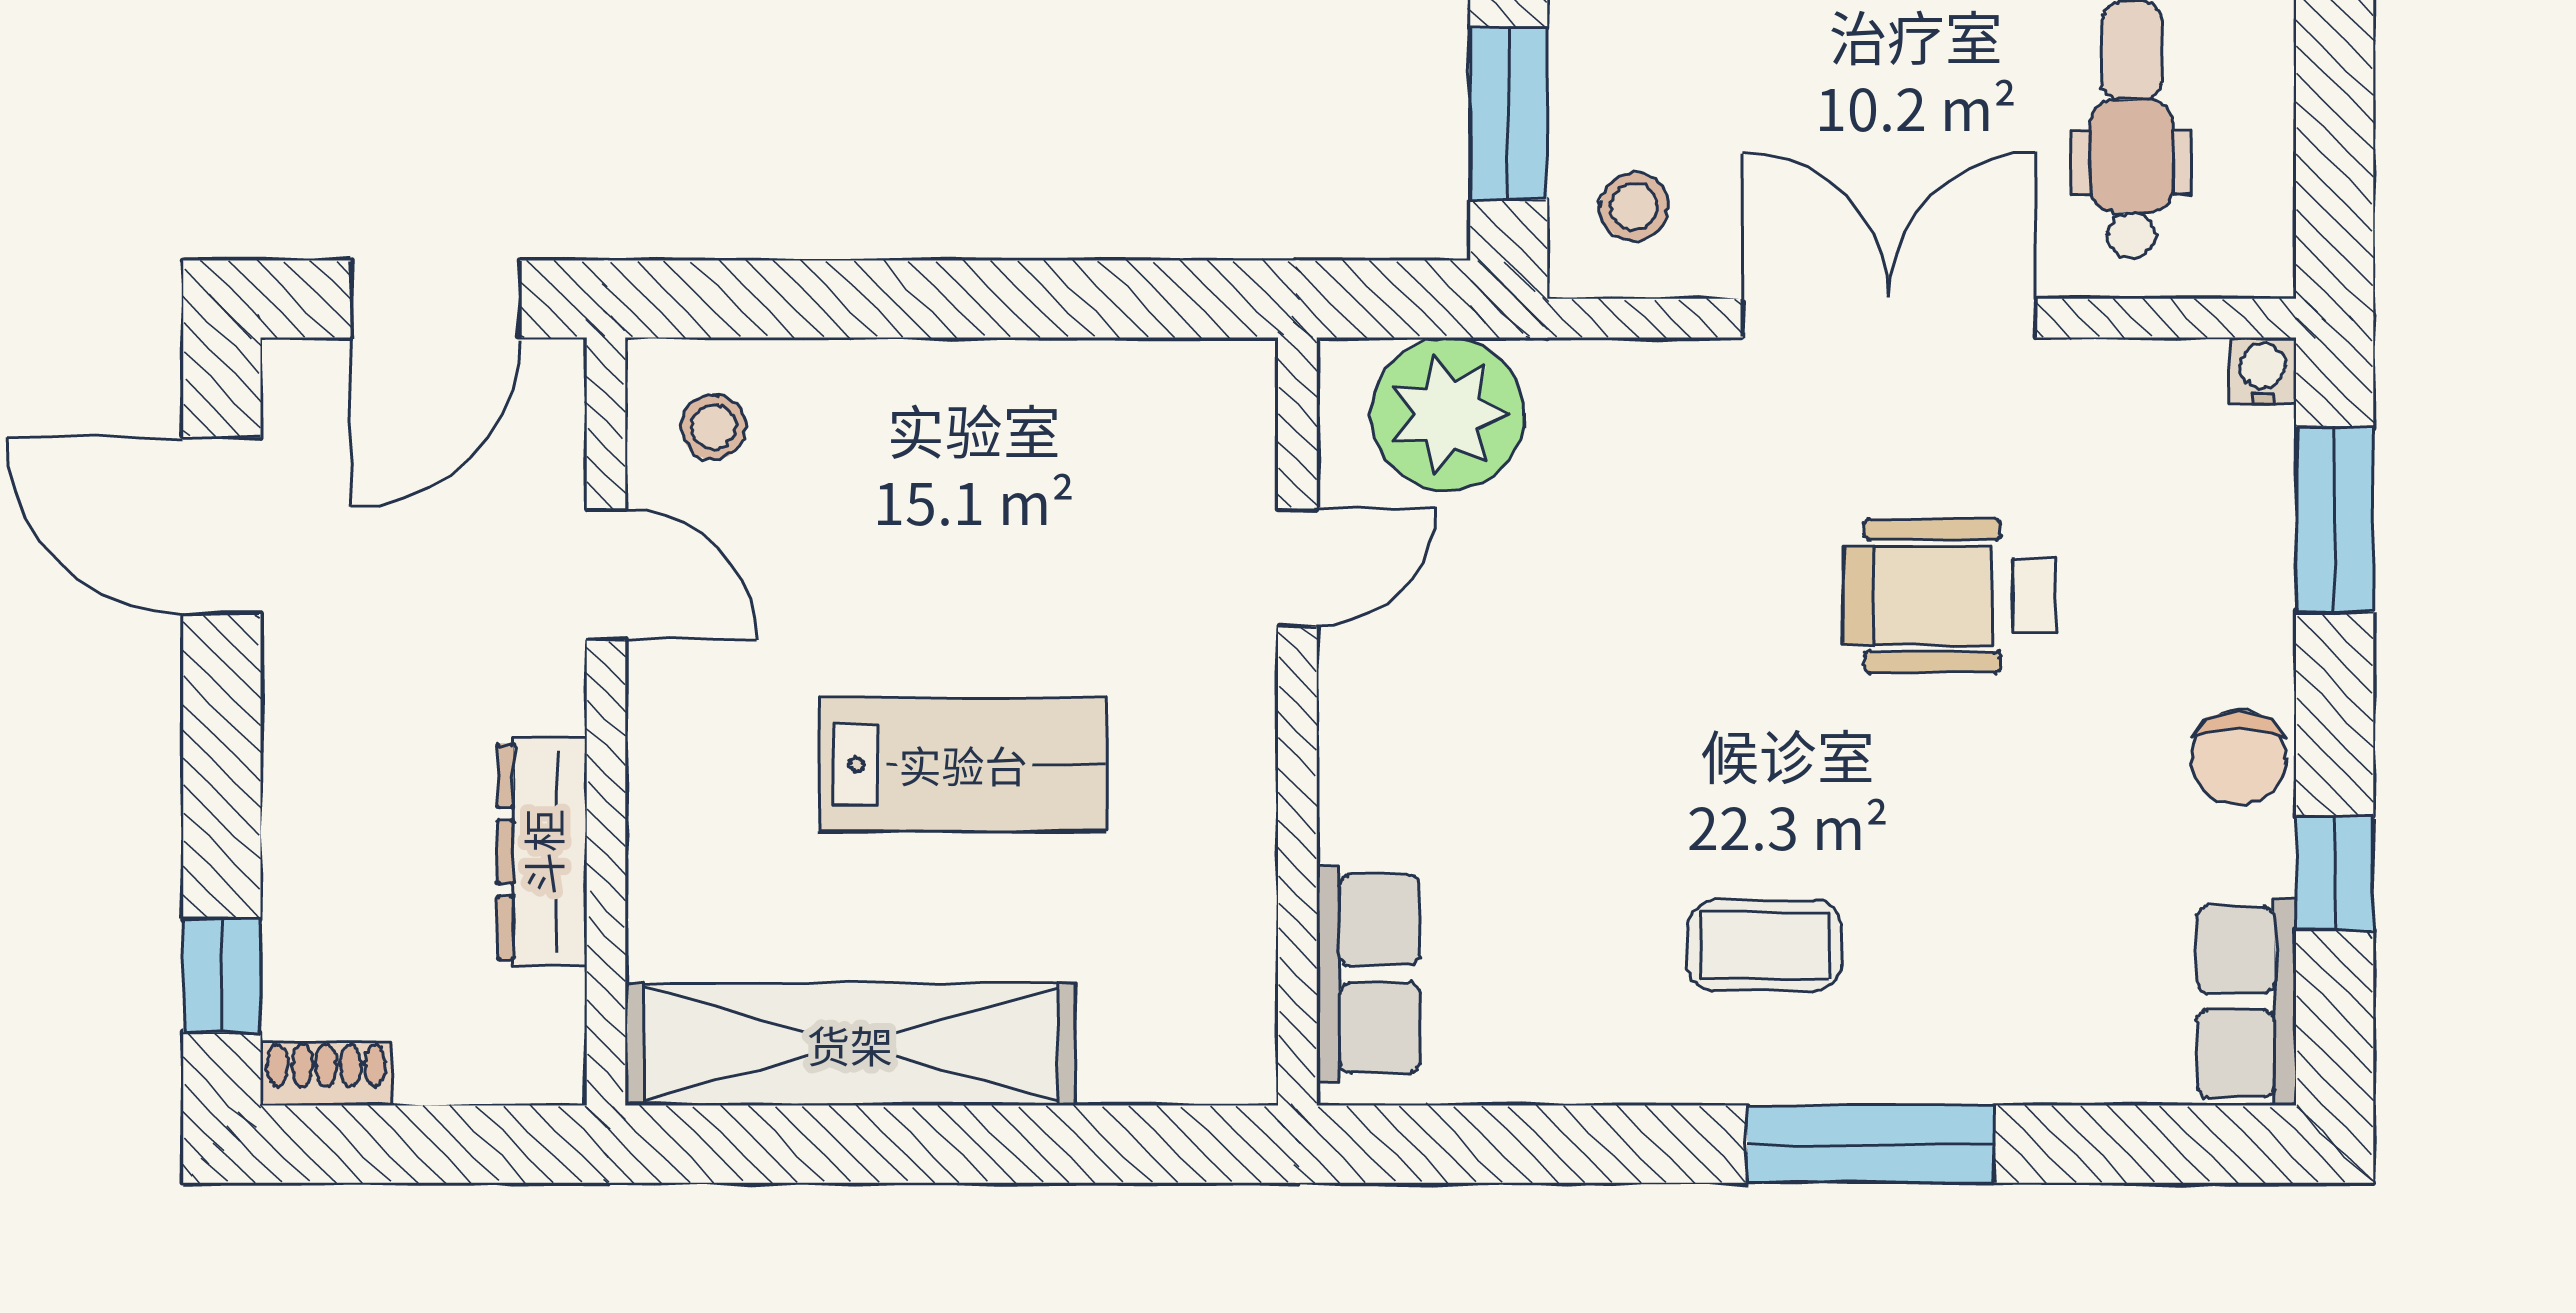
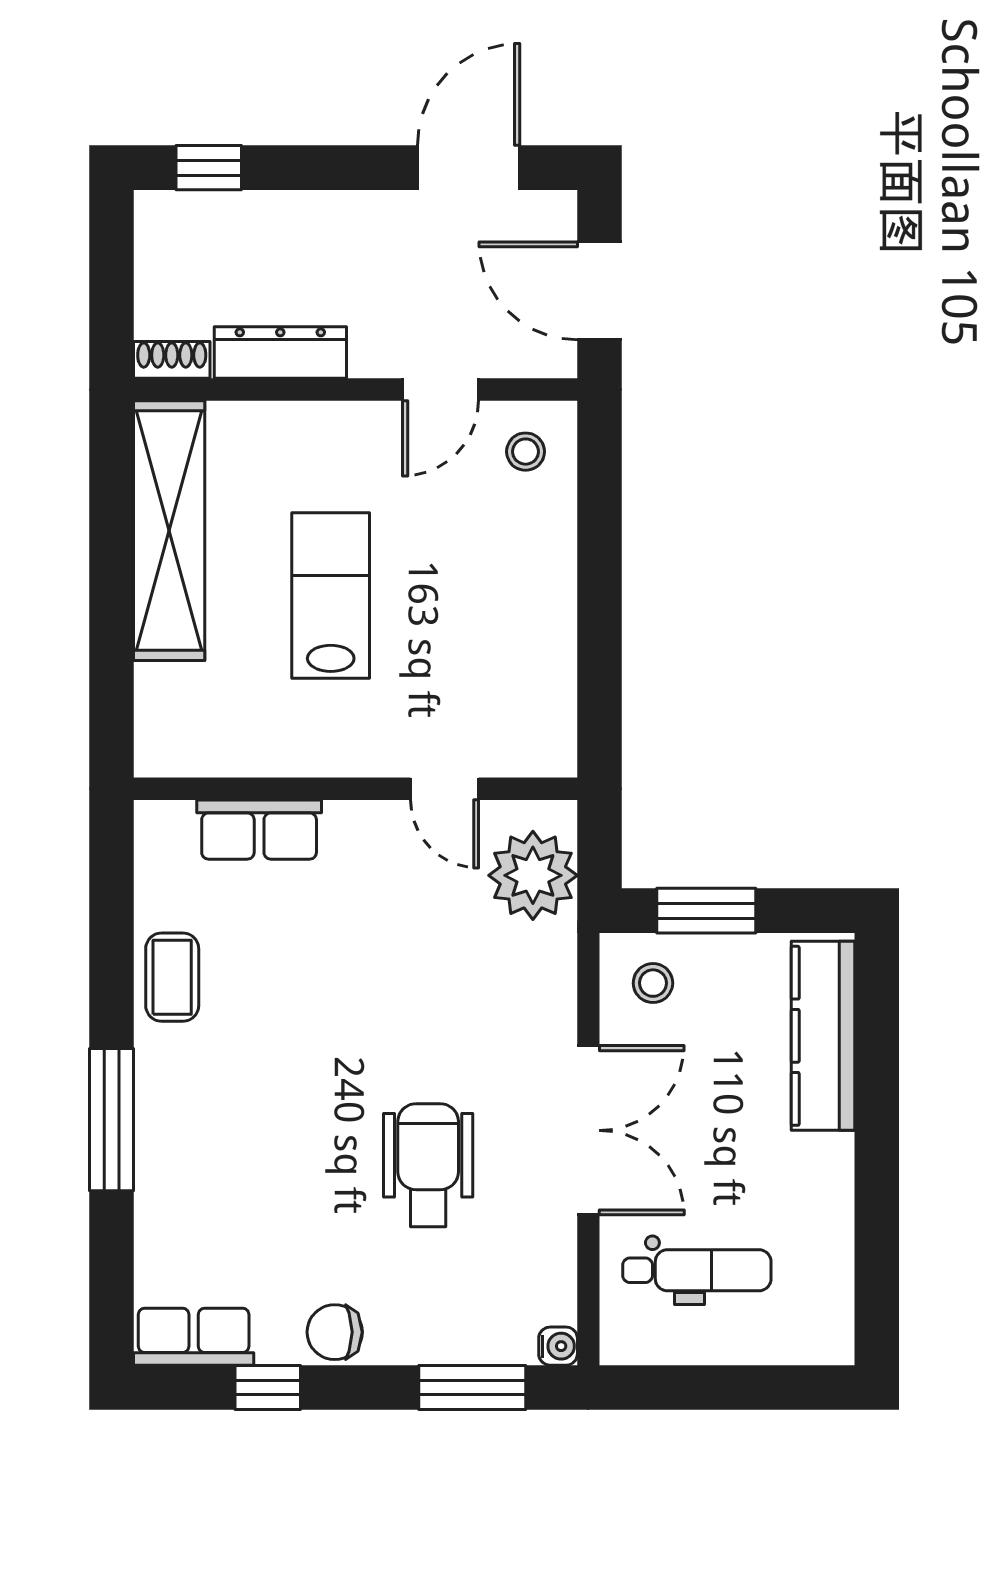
lab bench: (963, 764) -> (331, 595), turned 180
coffee table: (1764, 946) -> (172, 977), moved
row of seats: (1368, 974) -> (259, 830), moved
shoe rack: (326, 1074) -> (172, 360), moved, turned -90

